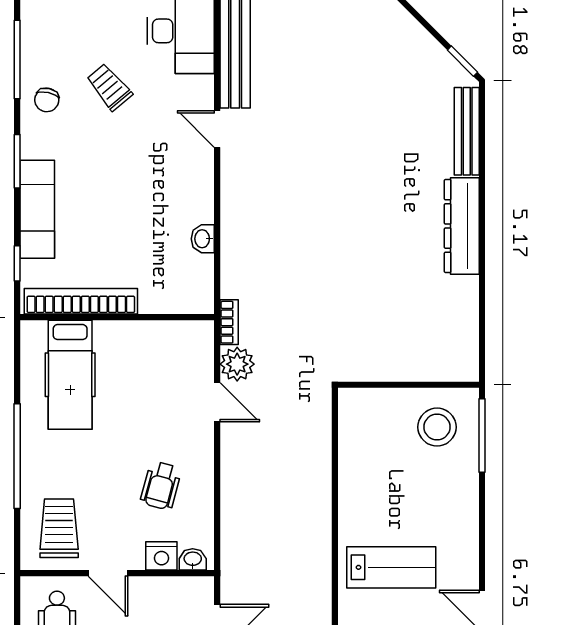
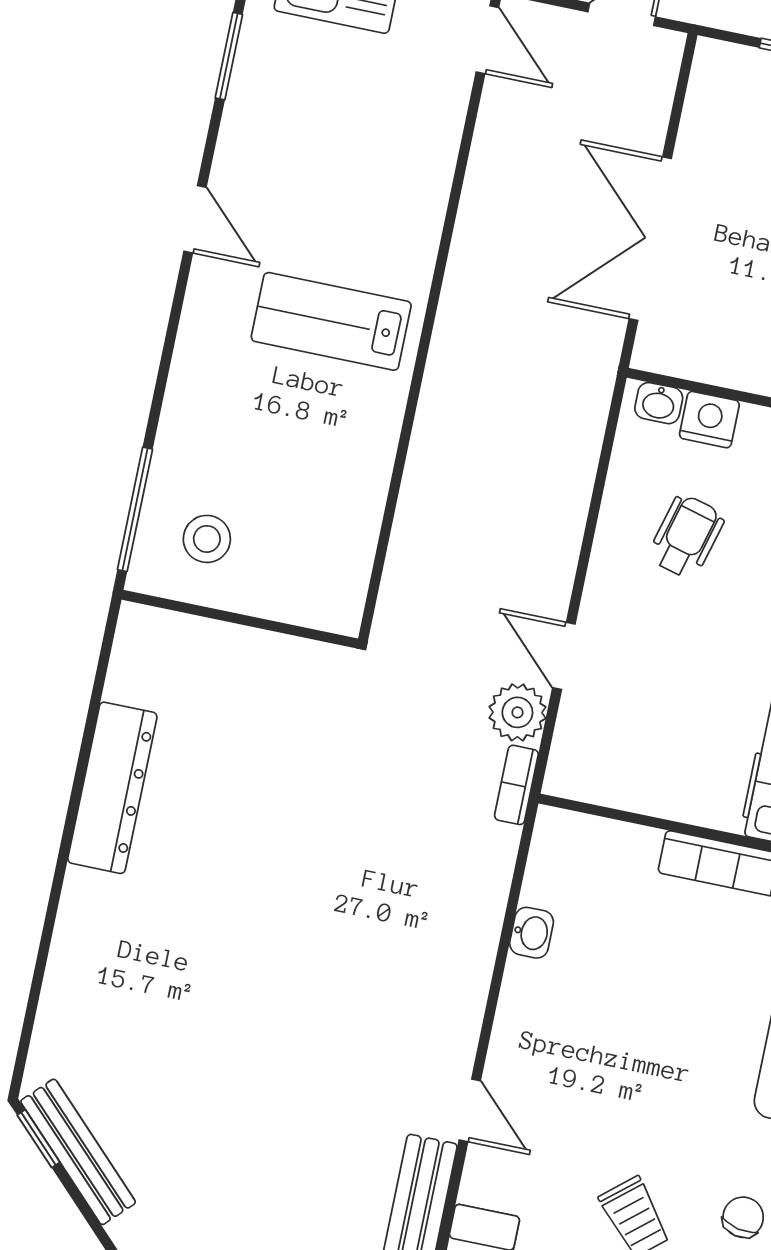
bench: (467, 131) -> (78, 1152), moved, turned -45
dresser: (462, 226) -> (112, 788), moved
stool: (437, 427) -> (207, 539), width x0.73, depth x0.73

